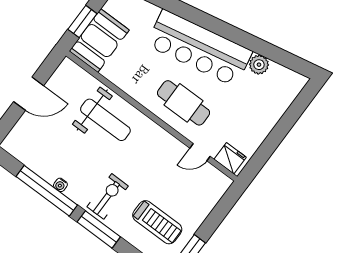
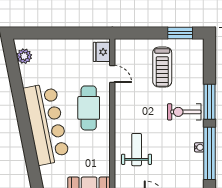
plant: (259, 65) -> (24, 56), moved
weight bench: (105, 120) -> (137, 150), width x0.73, depth x0.75
treadmill: (157, 222) -> (162, 67), moved, turned 180

